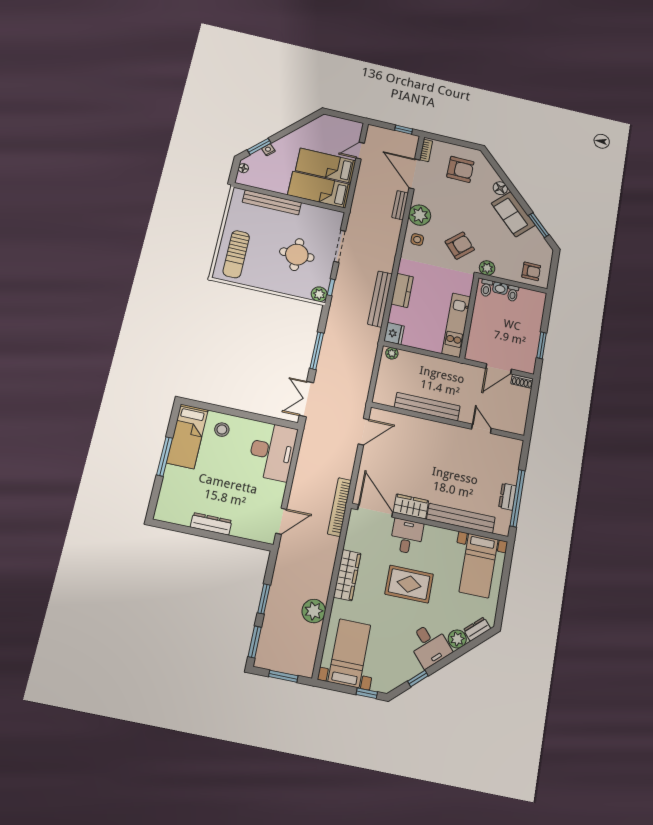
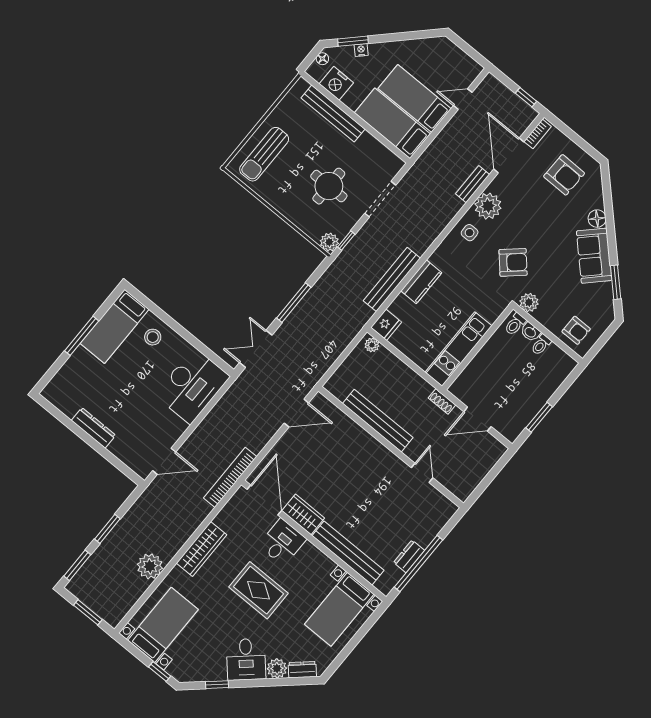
nightstand: (263, 180) -> (336, 83), added
shoe rack: (522, 381) -> (442, 401), moved

